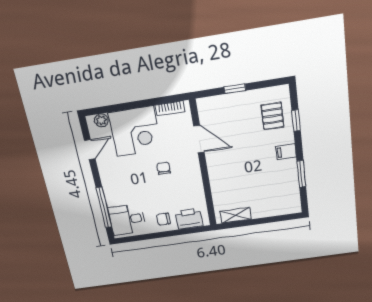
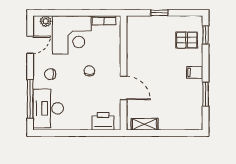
pallet: (272, 116) -> (187, 40), turned 90
window: (296, 121) -> (206, 35), moved
door: (199, 139) -> (124, 88), moved
chair: (163, 219) -> (50, 74), moved
desk: (127, 220) -> (48, 108), width x1.37

